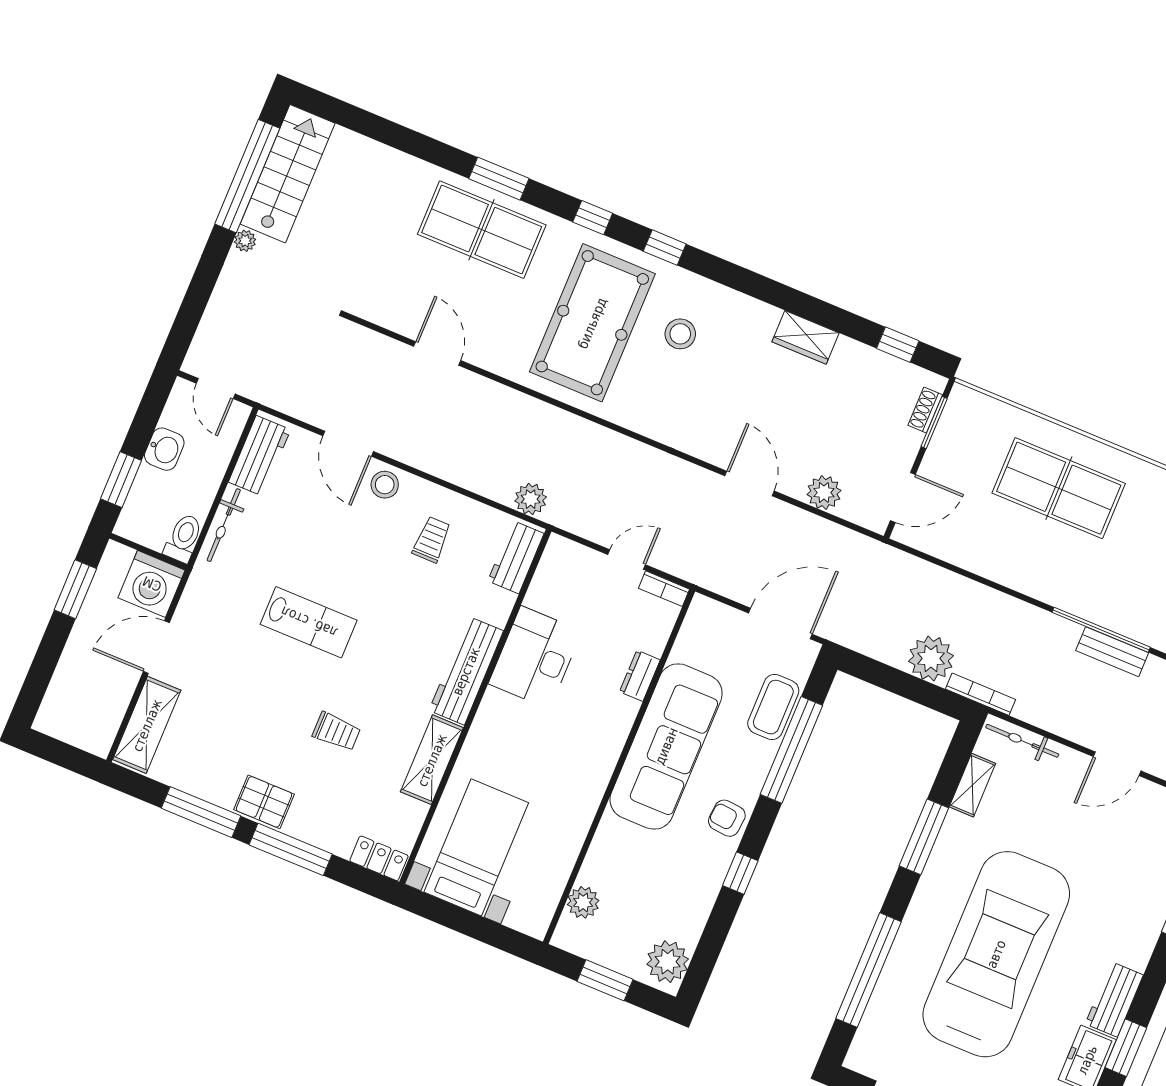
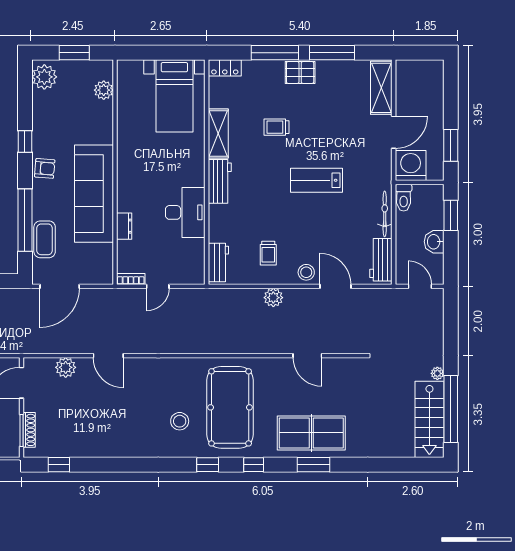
wardrobe: (805, 337) -> (111, 448), removed
shoe rack: (925, 410) -> (29, 430), width x1.43
plant: (531, 499) -> (273, 298), moved
workbench: (466, 671) -> (220, 181), width x0.73

